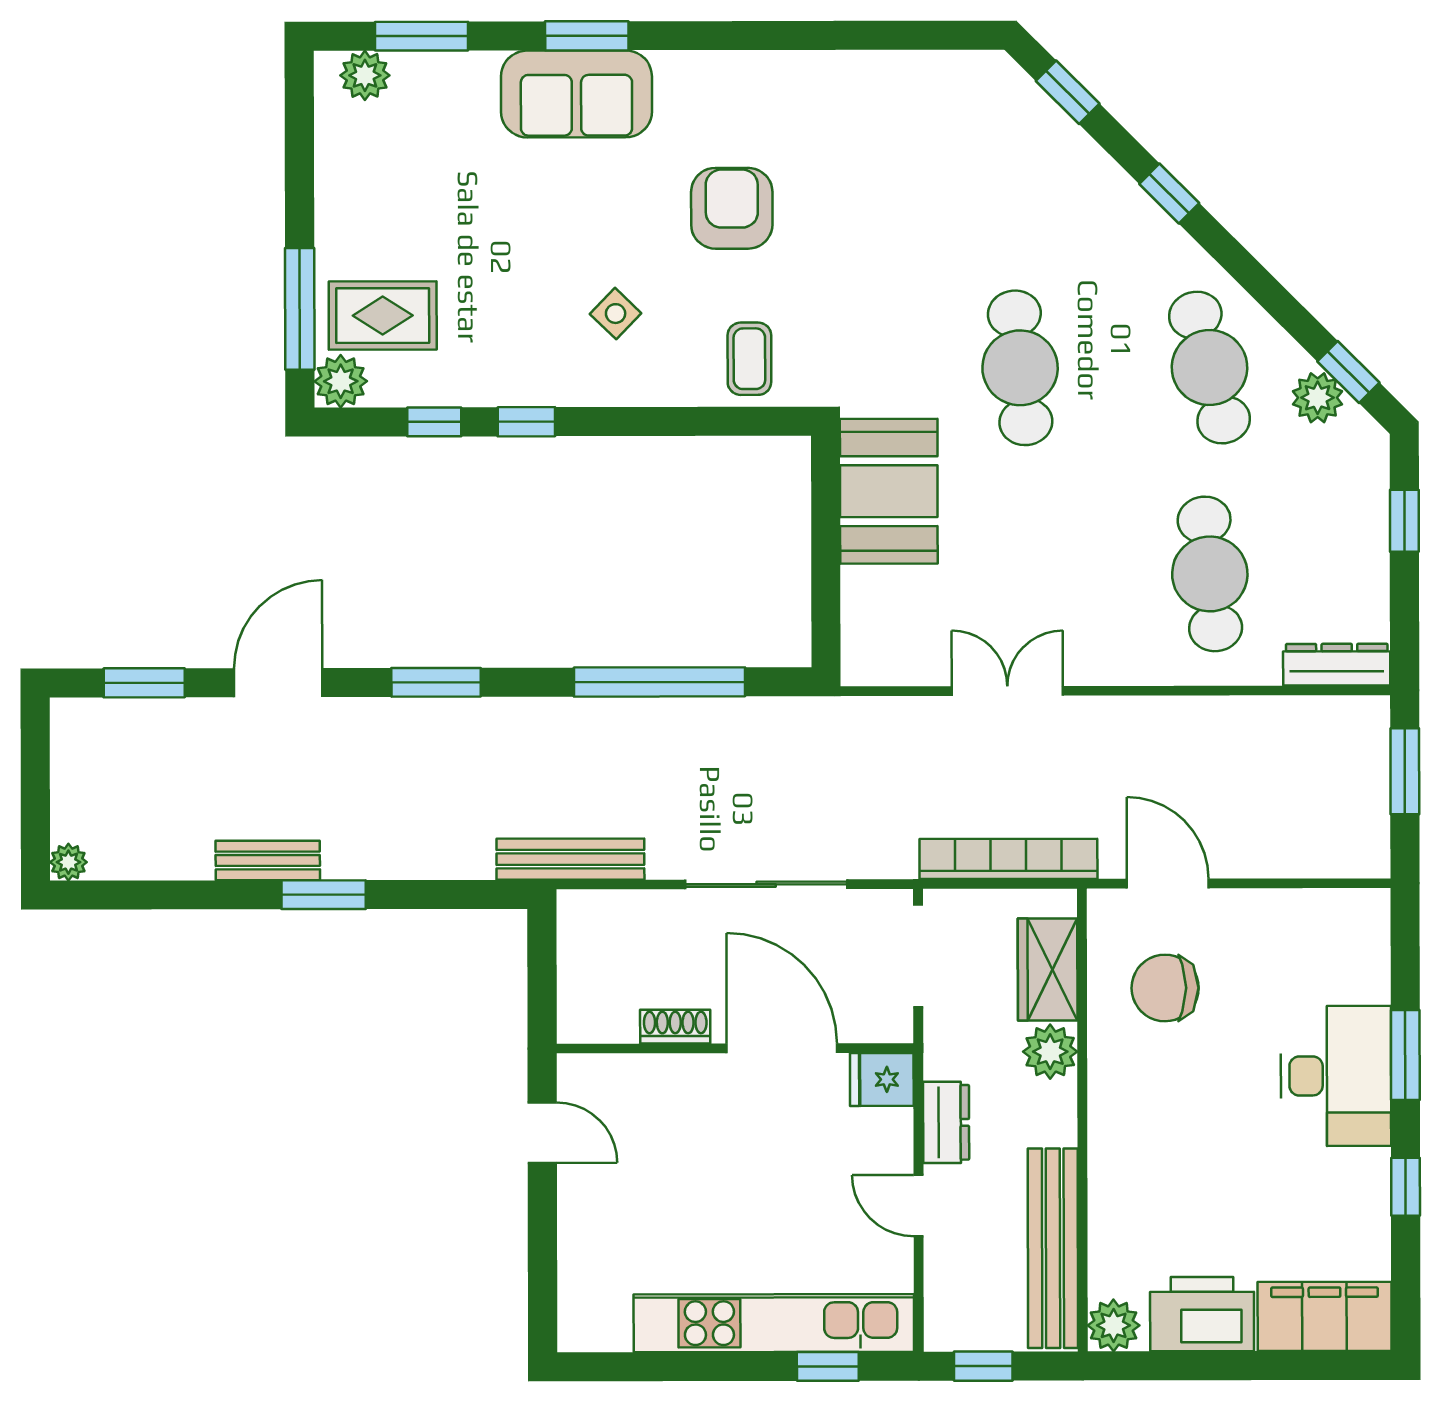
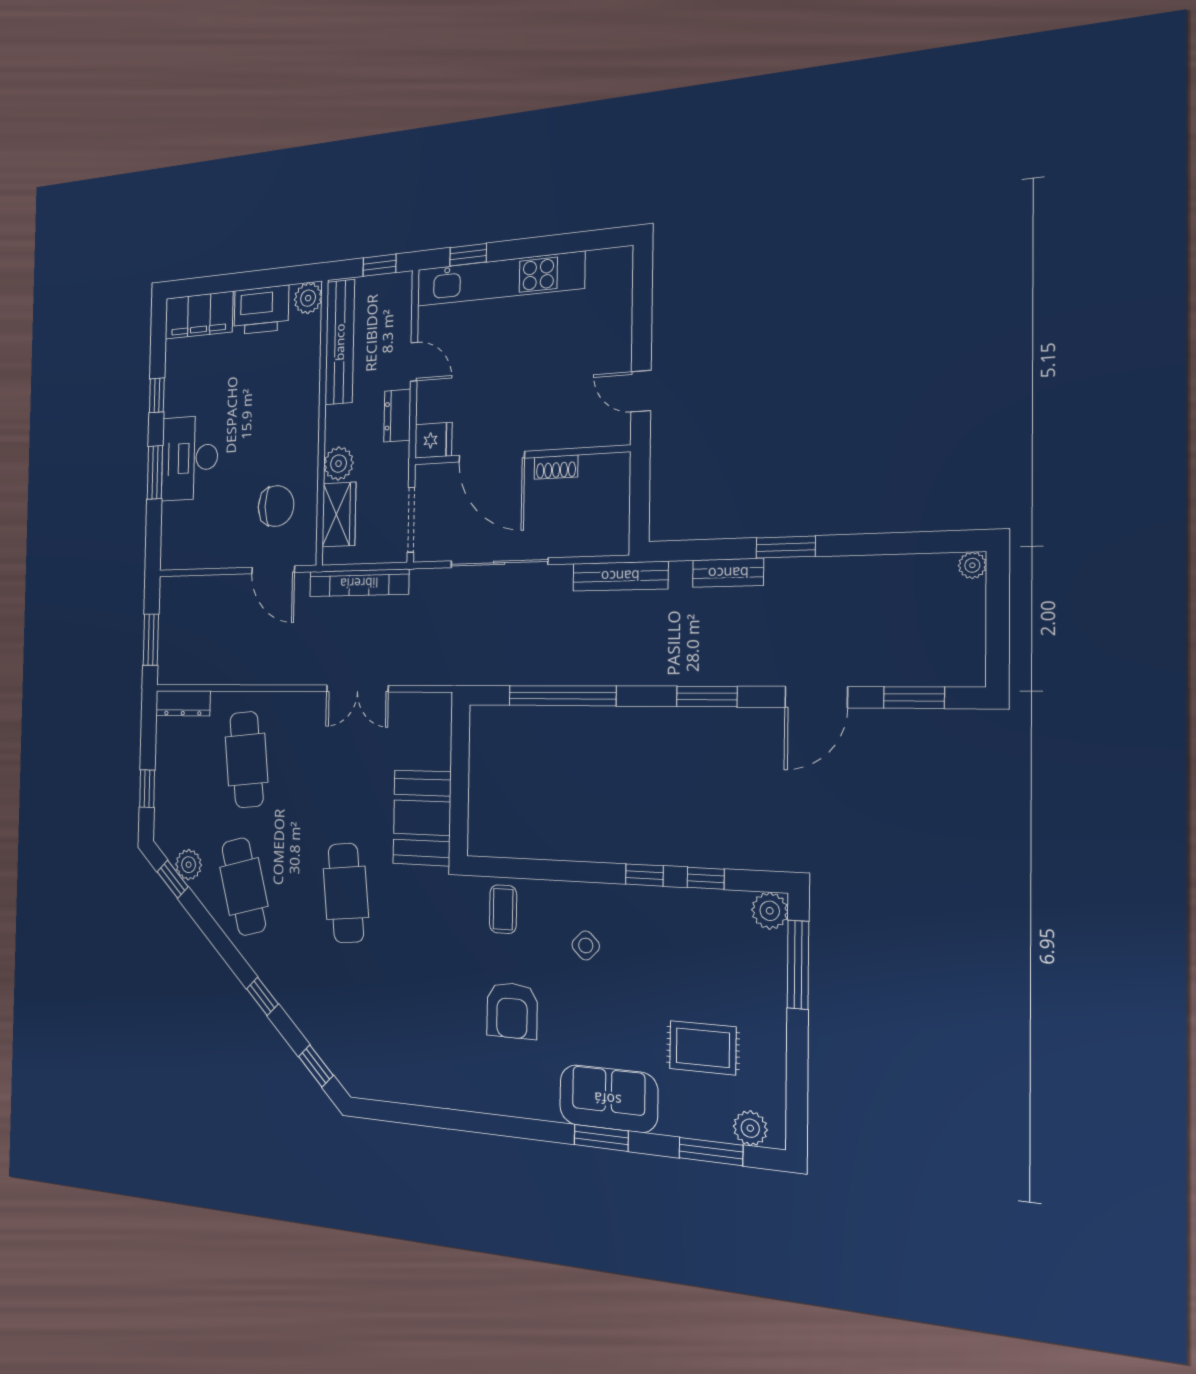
rug: (383, 316) -> (703, 1048), moved
bench: (268, 860) -> (728, 573), moved

